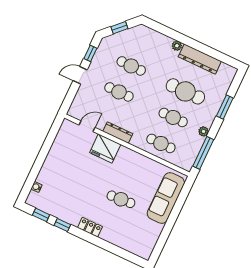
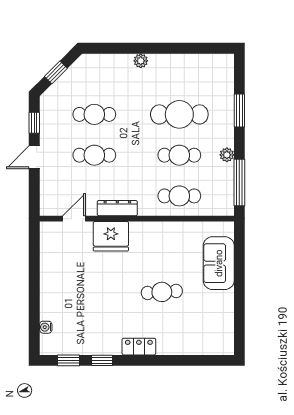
dresser: (200, 59) -> (178, 64), removed
sofa: (166, 198) -> (219, 263), width x0.73

